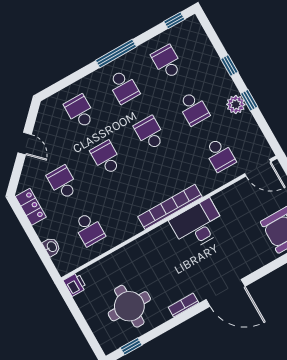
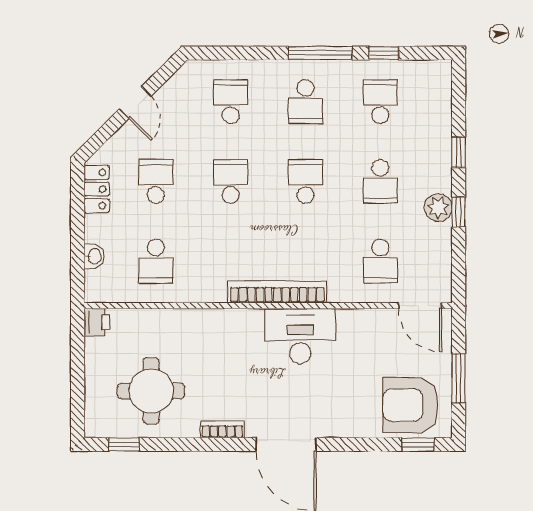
window: (174, 20) -> (384, 53), moved

